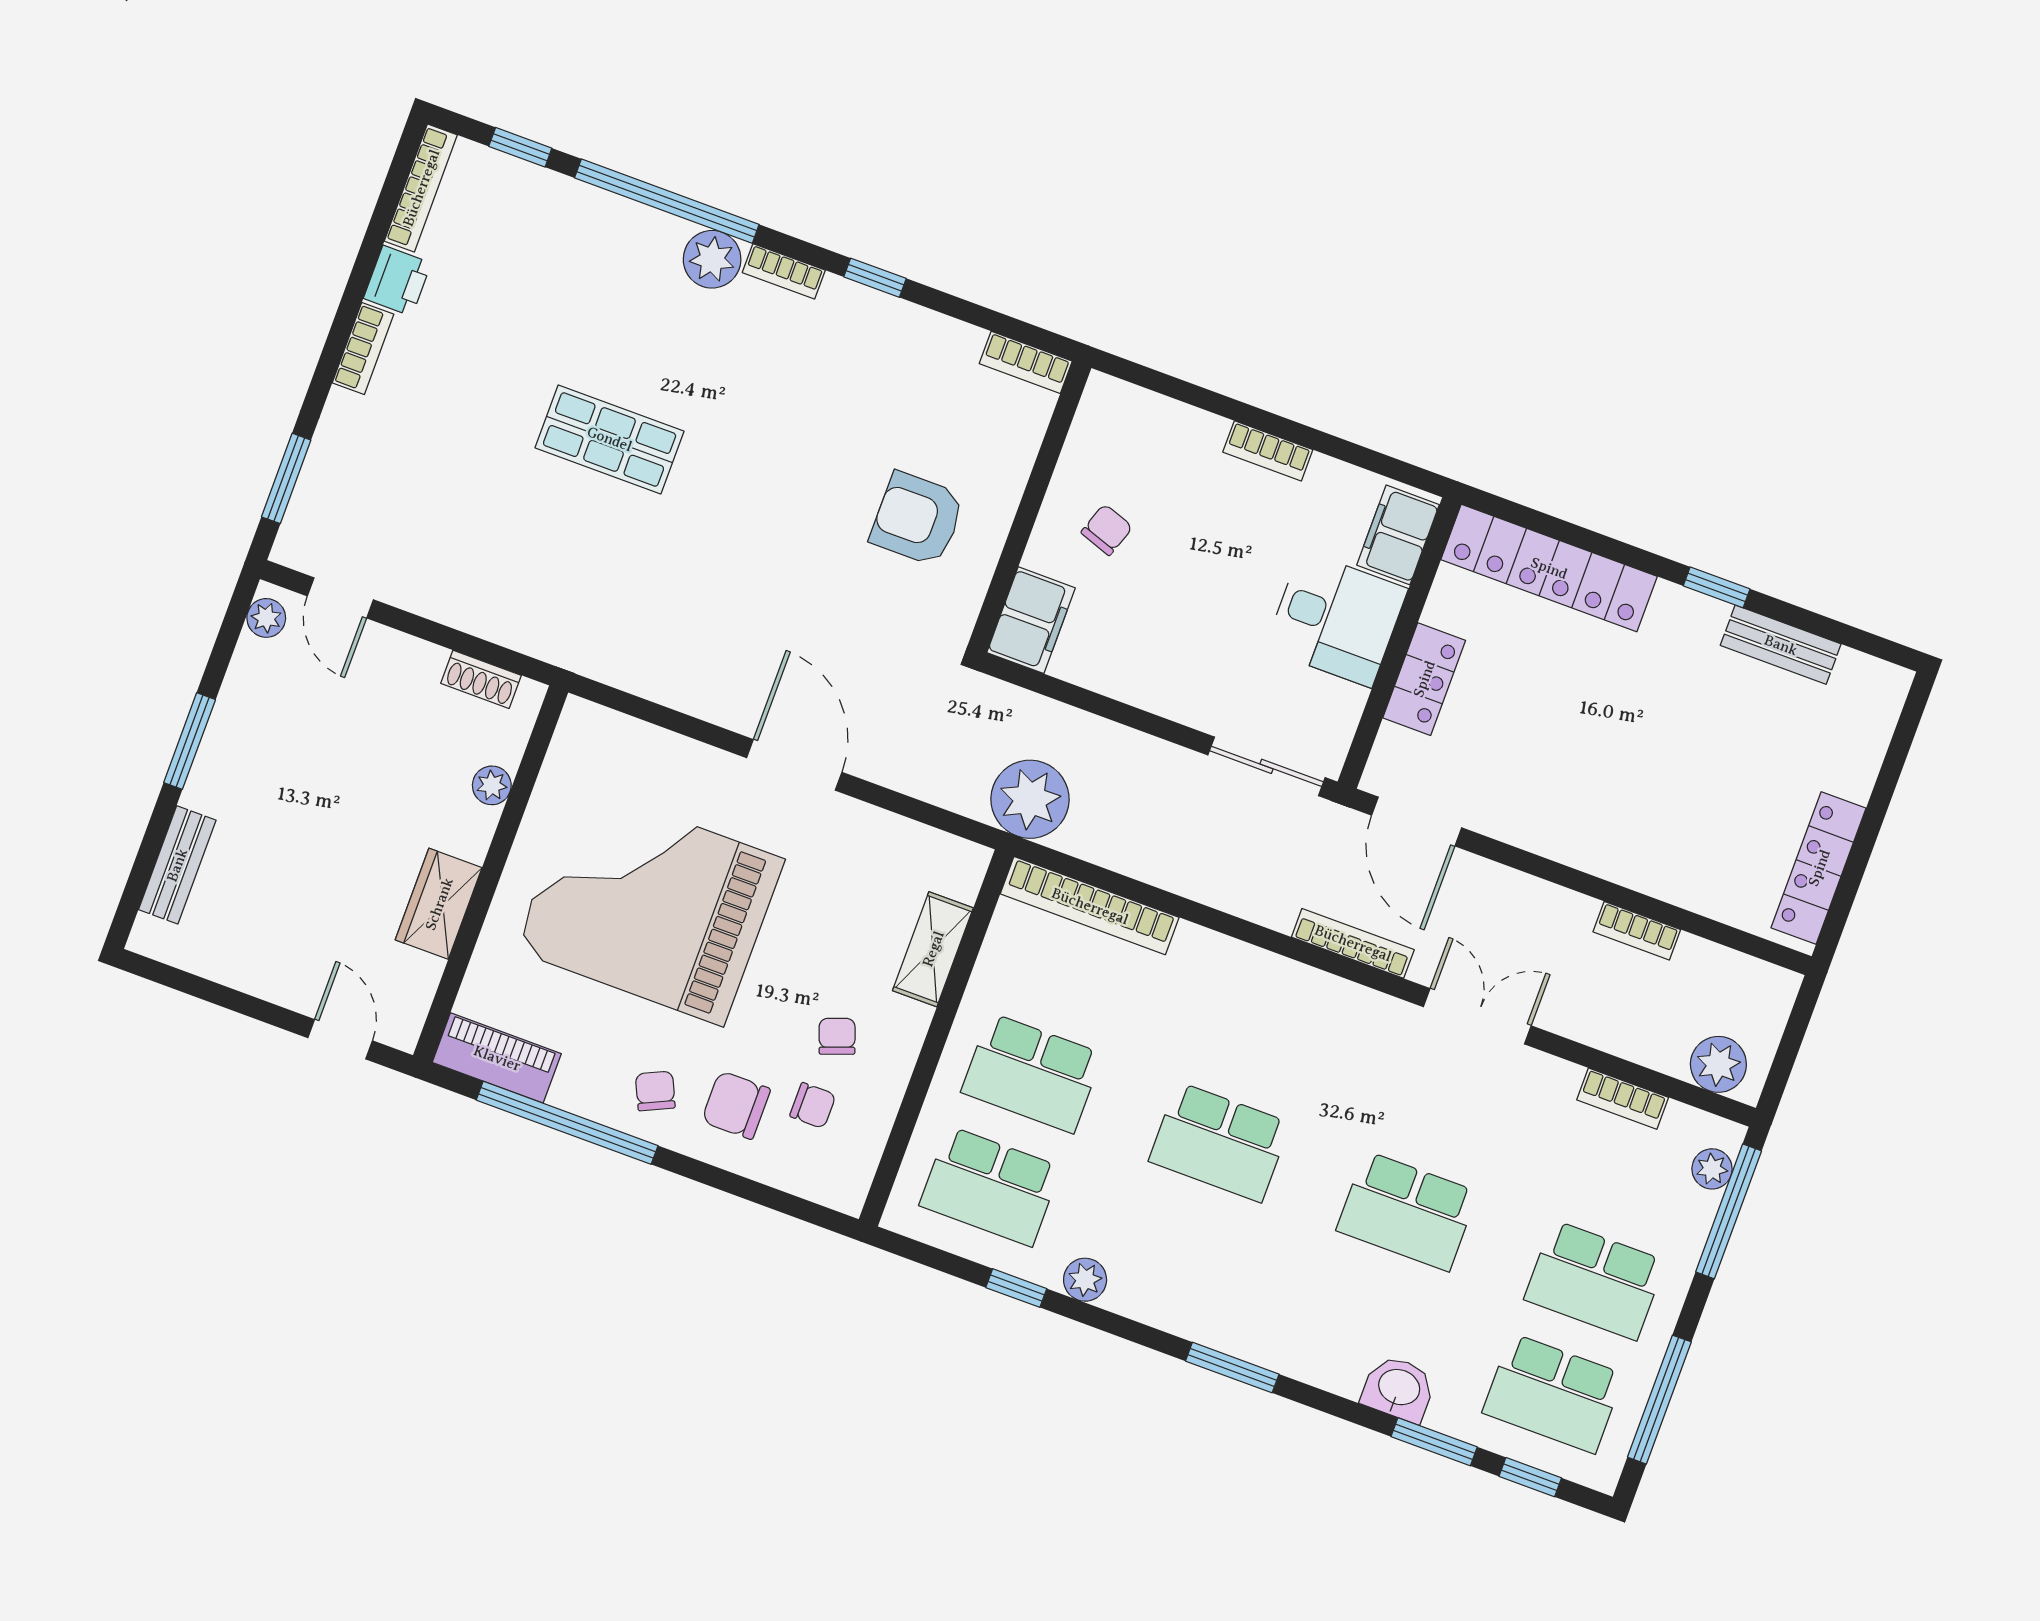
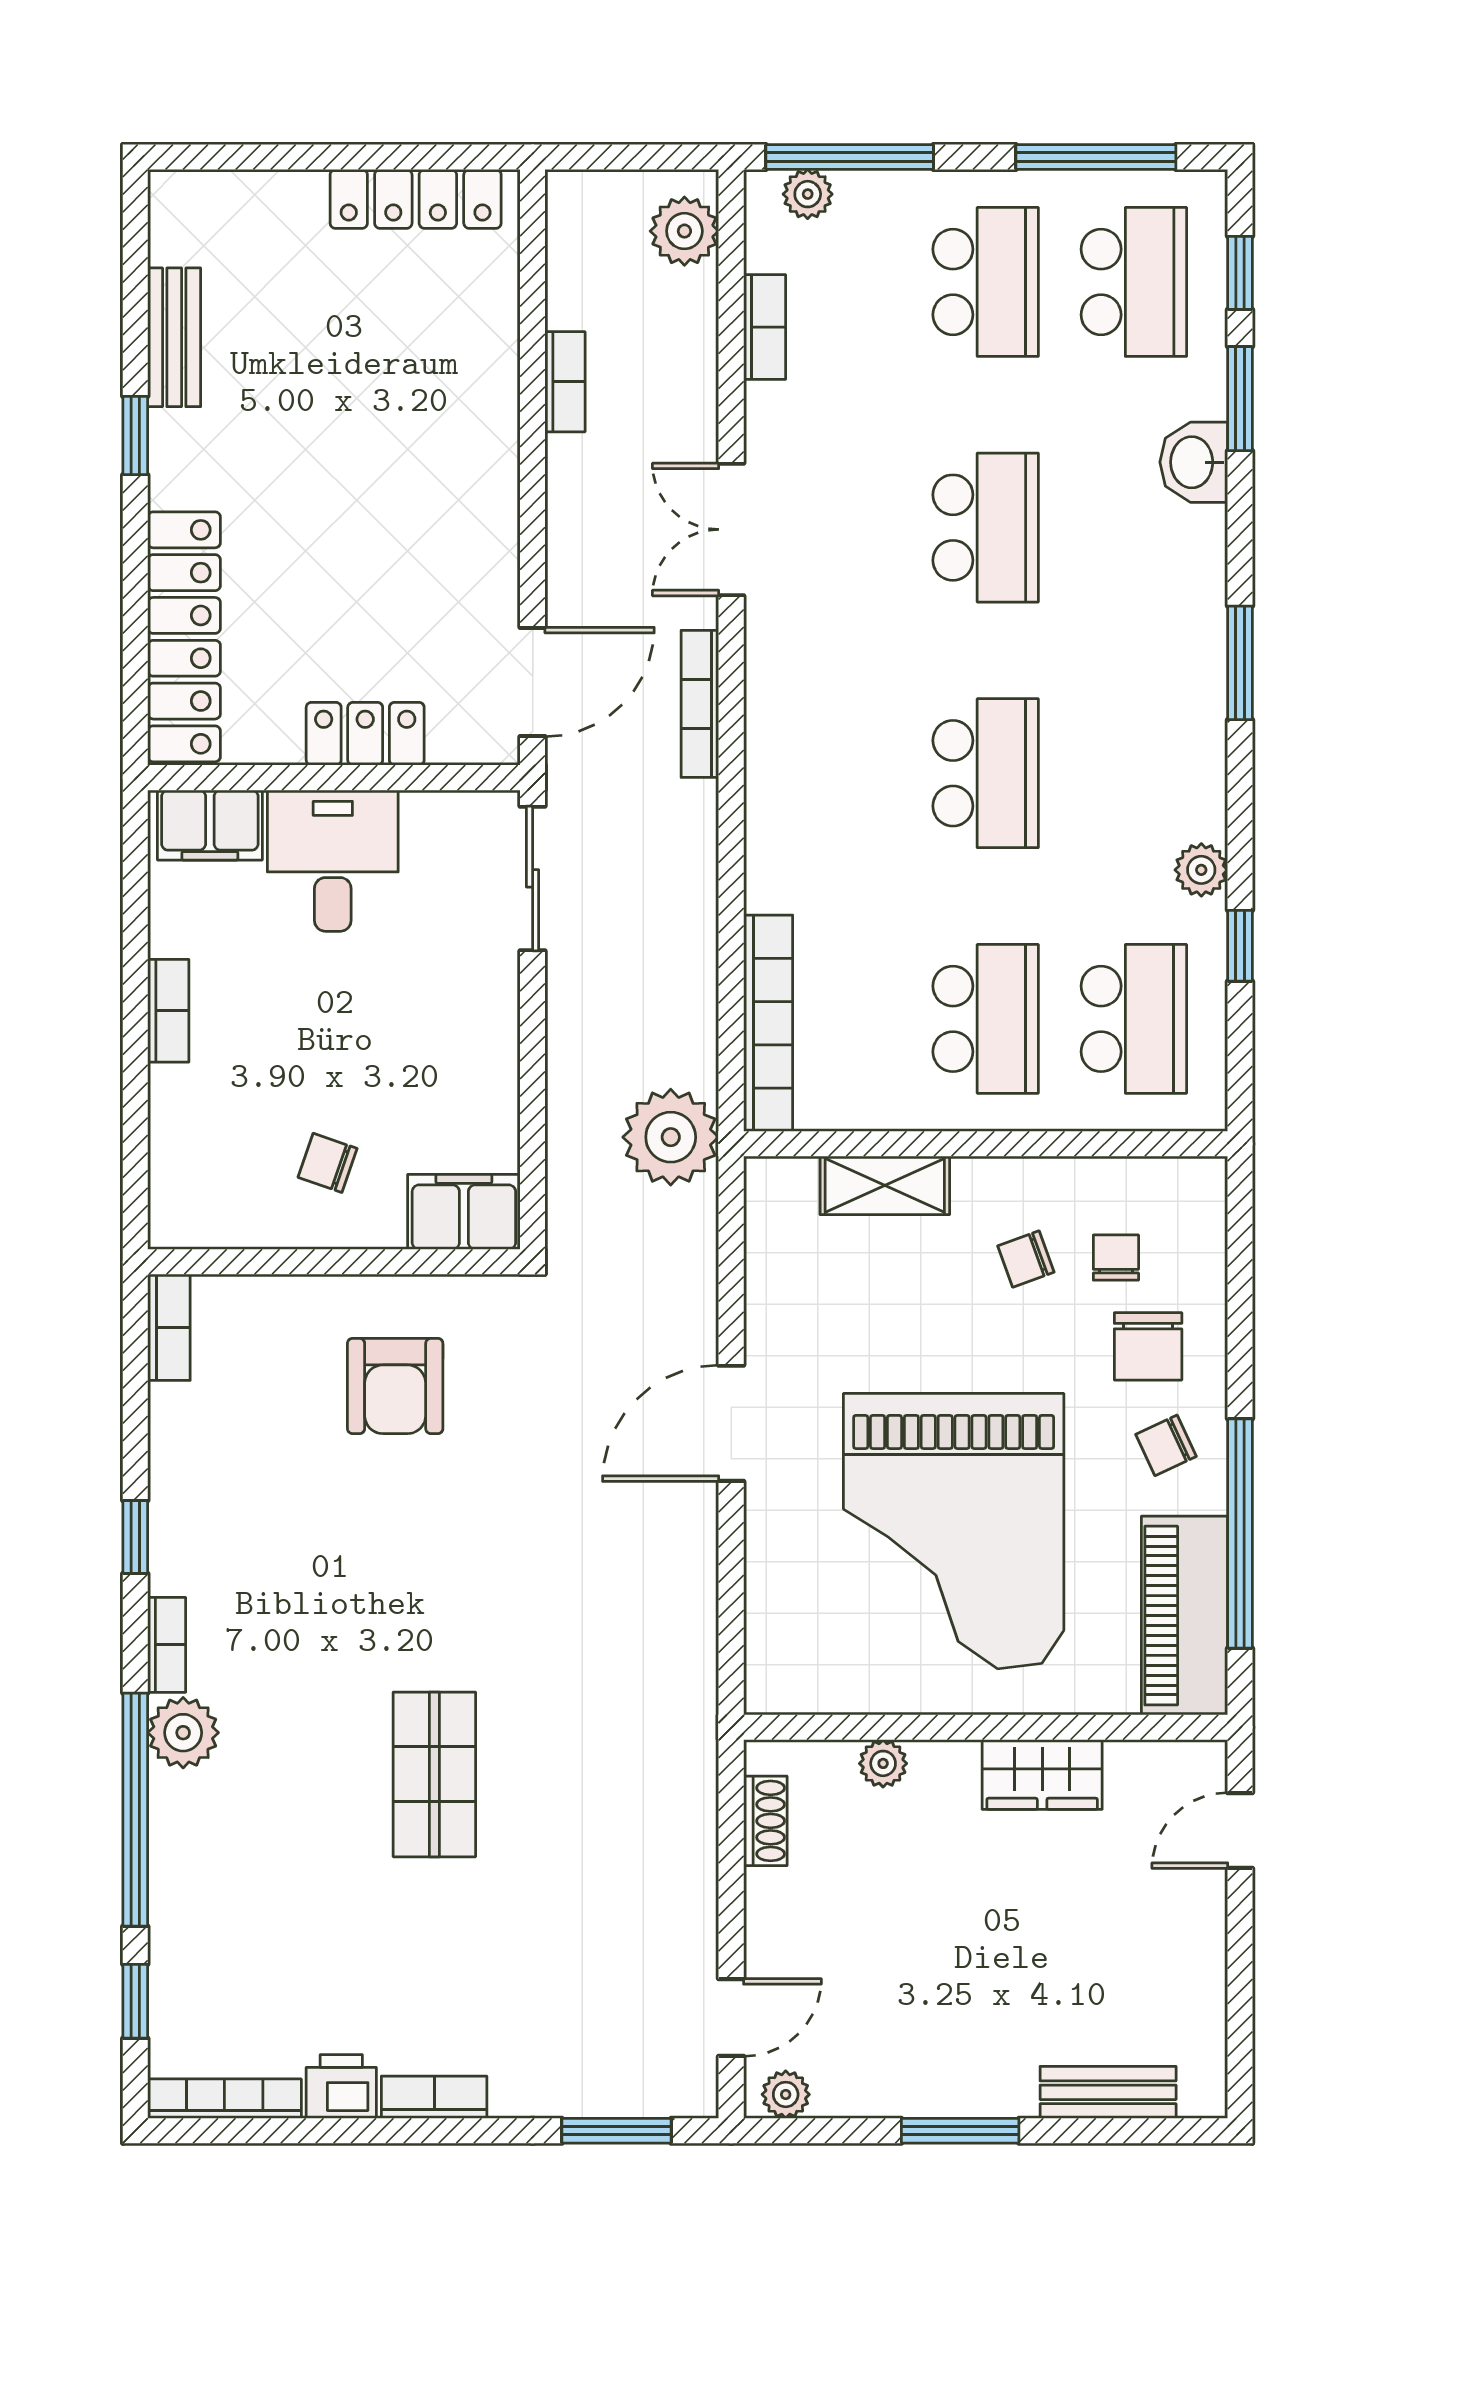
piano: (497, 1058) -> (1185, 1616), width x1.37, depth x1.33

